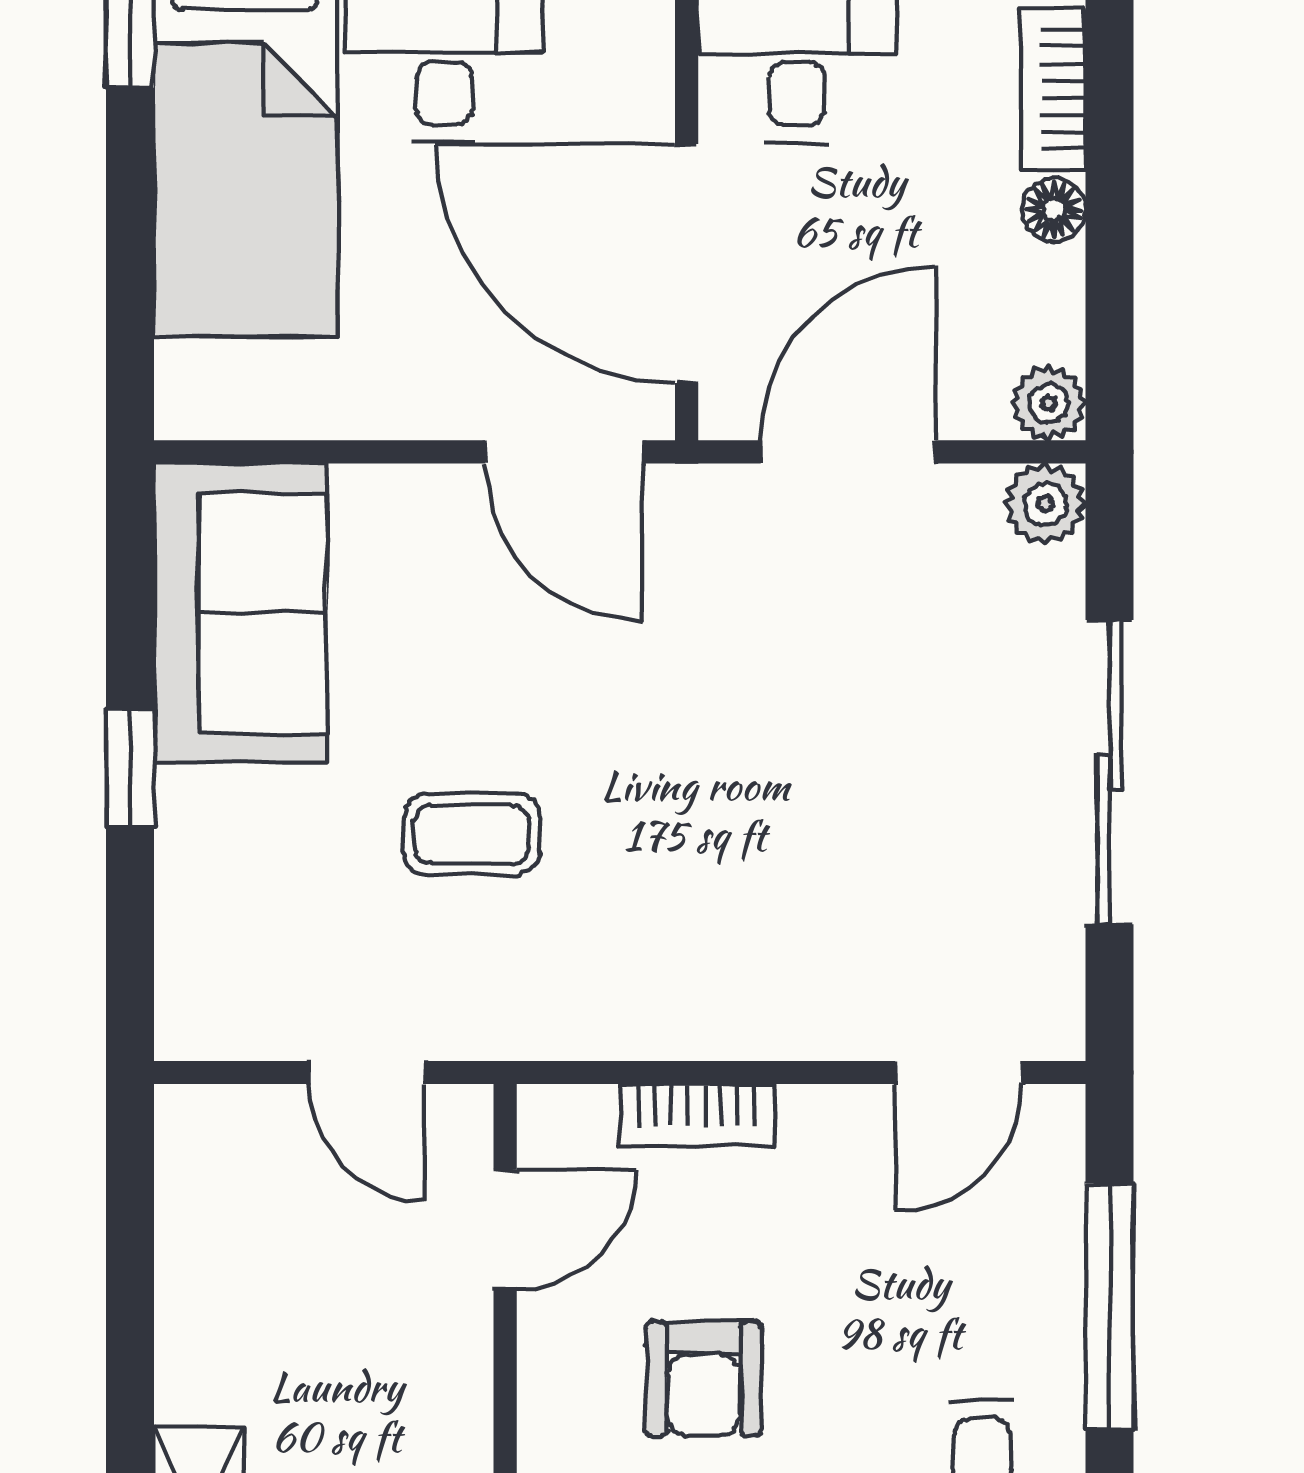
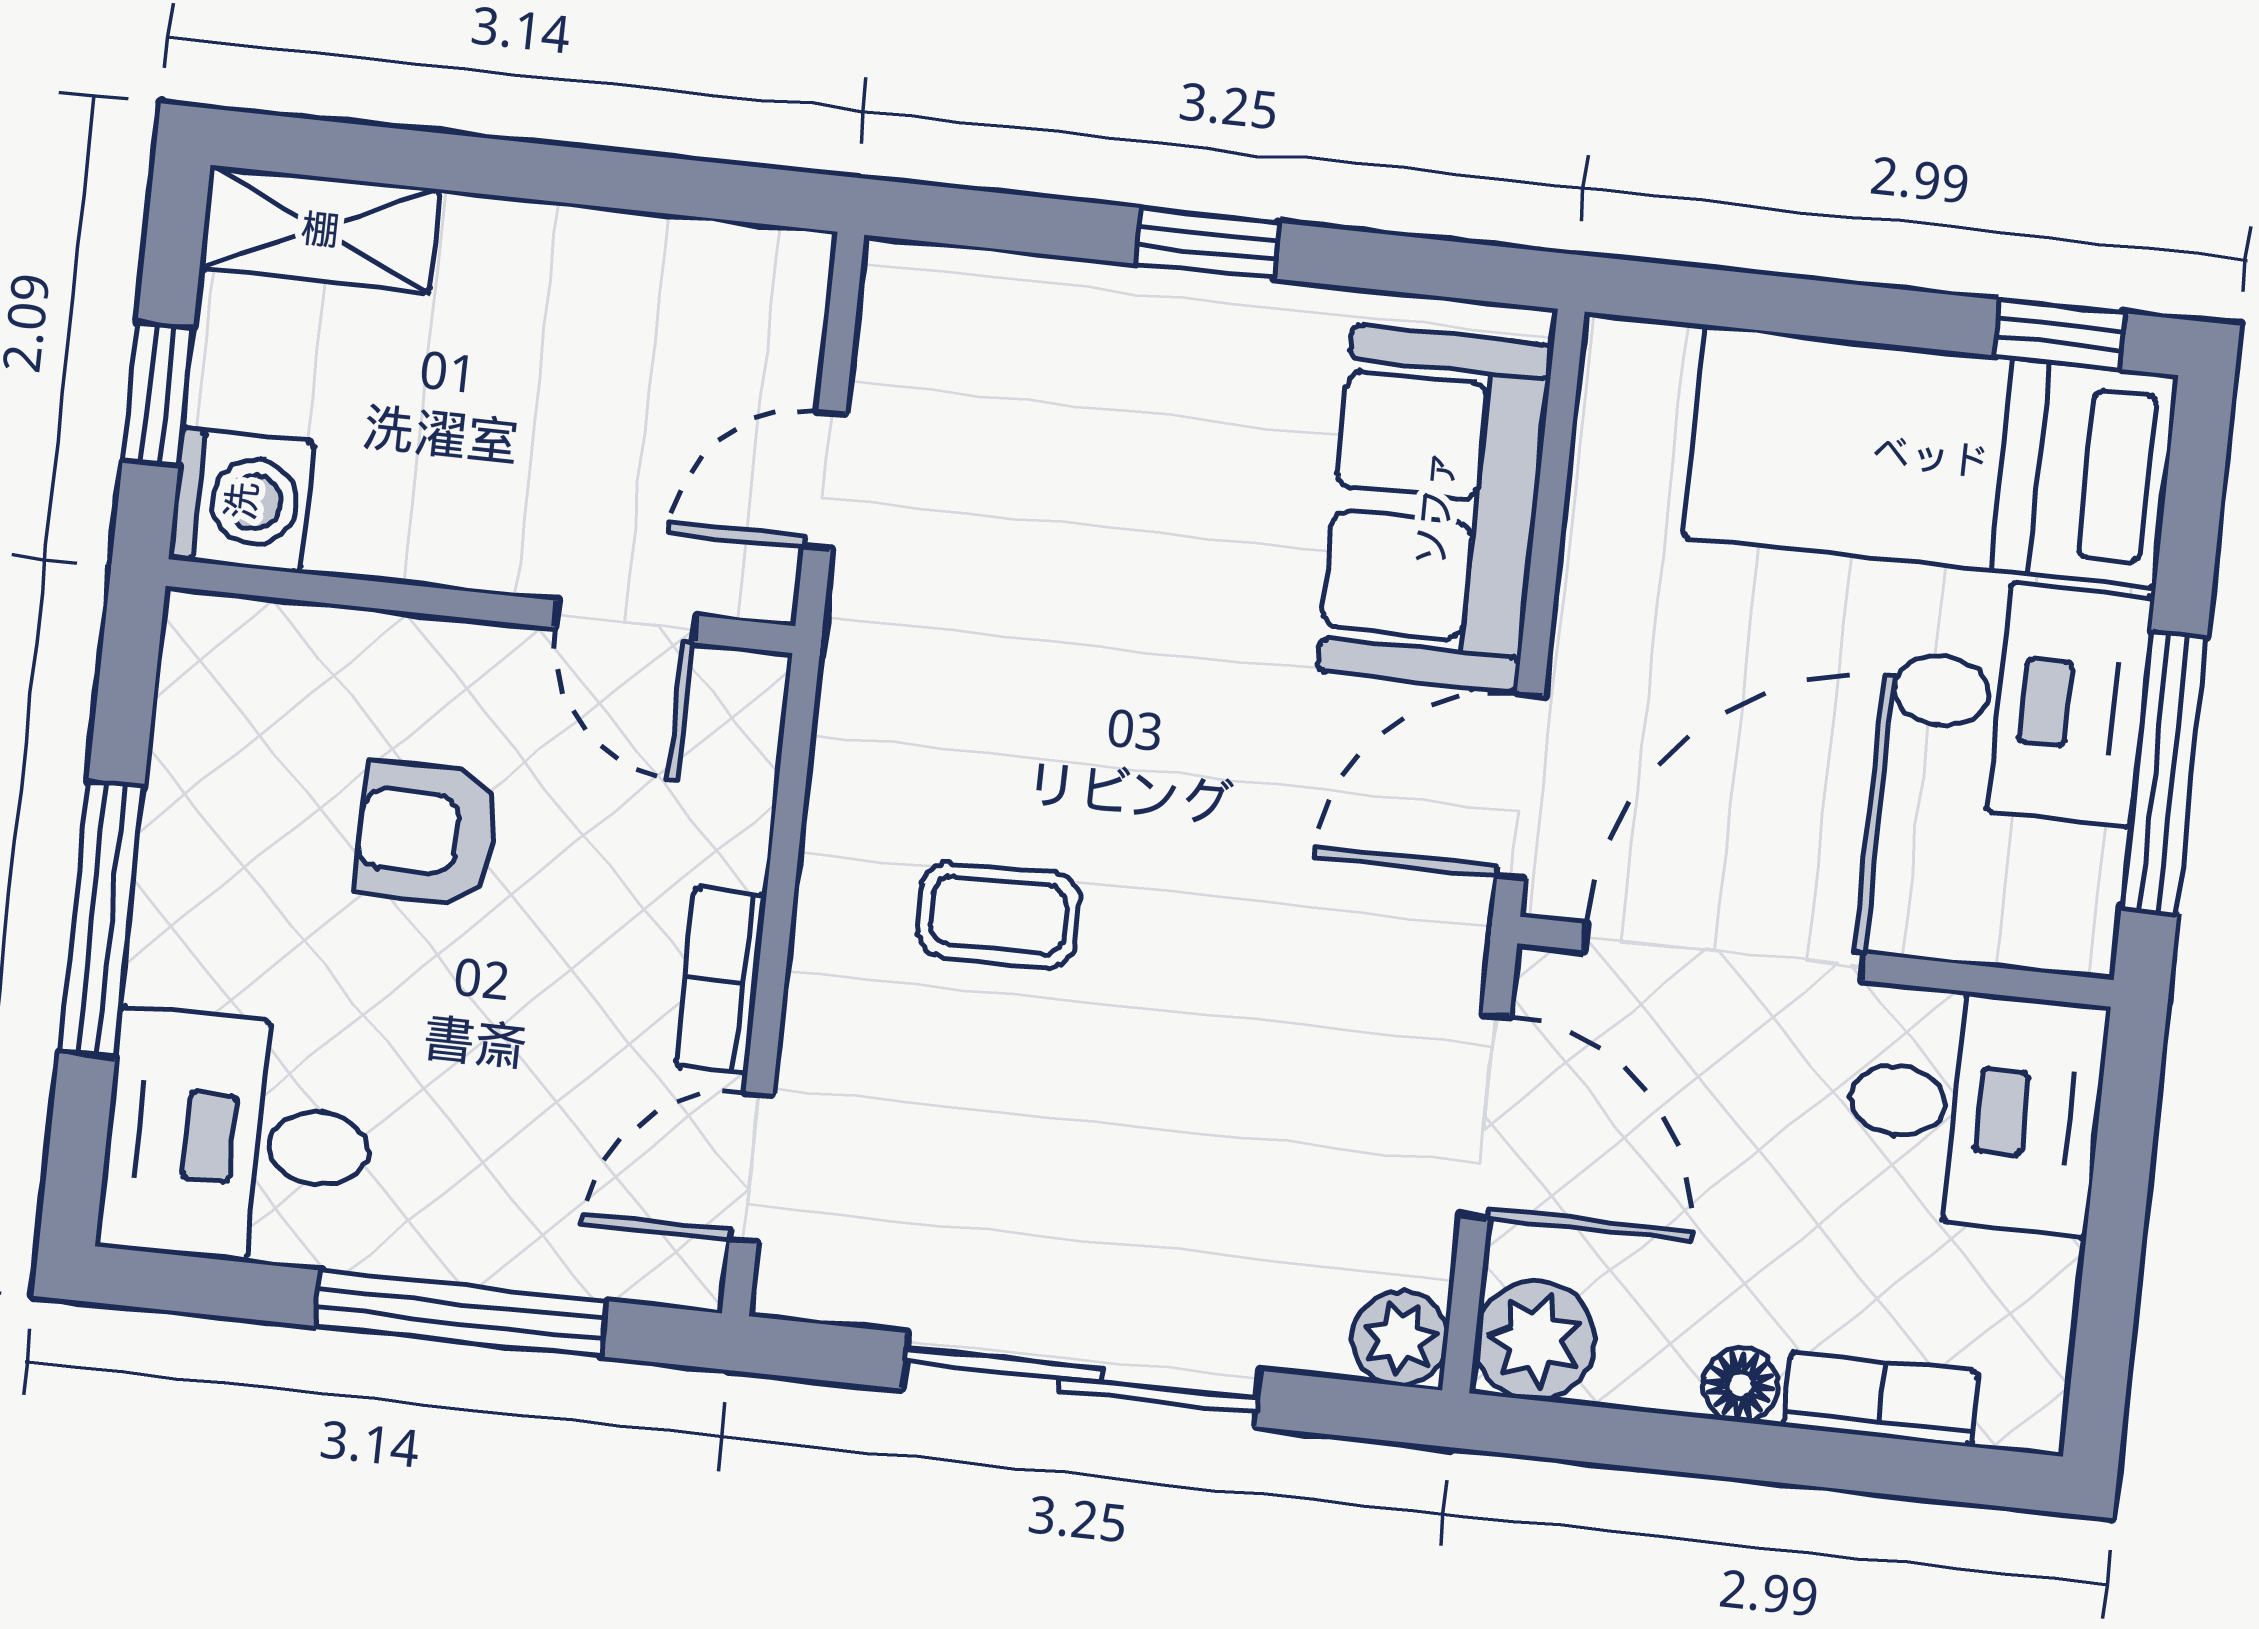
plant: (1048, 403) -> (1535, 1340), width x1.38, depth x1.38
sofa: (240, 613) -> (1435, 508), moved, turned 90
coffee table: (472, 834) -> (999, 915), moved, turned 90
door: (959, 1073) -> (751, 1167), hinge flipped
bookcase: (697, 1115) -> (721, 980), moved

